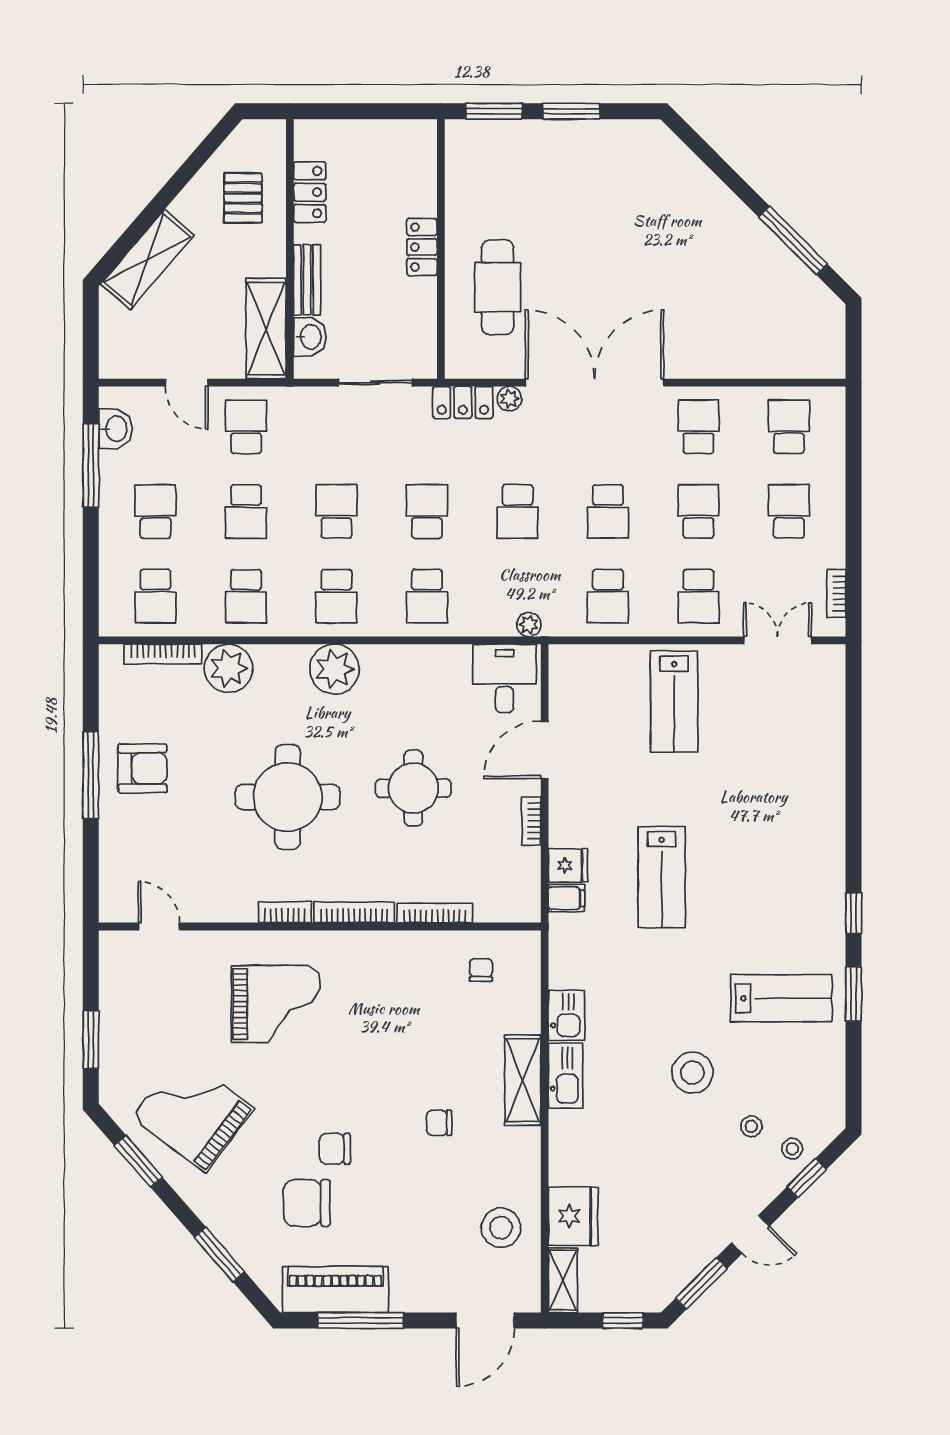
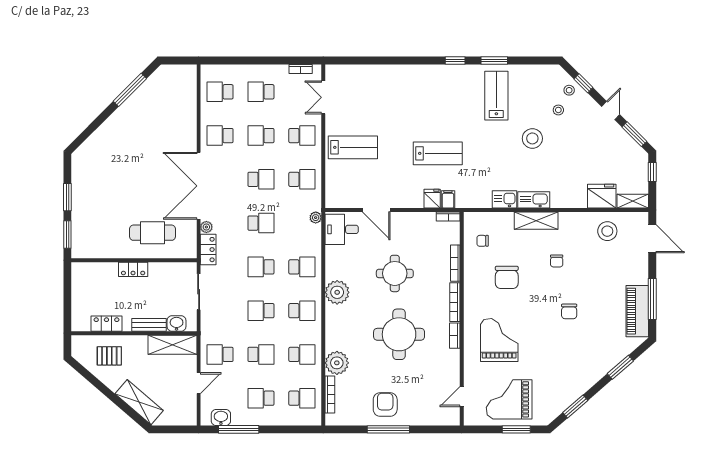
plant: (334, 669) -> (337, 292), moved
bookcase: (531, 821) -> (448, 217), moved
grand piano: (193, 1113) -> (509, 399), moved, turned 53
chair: (307, 1203) -> (507, 277), moved

